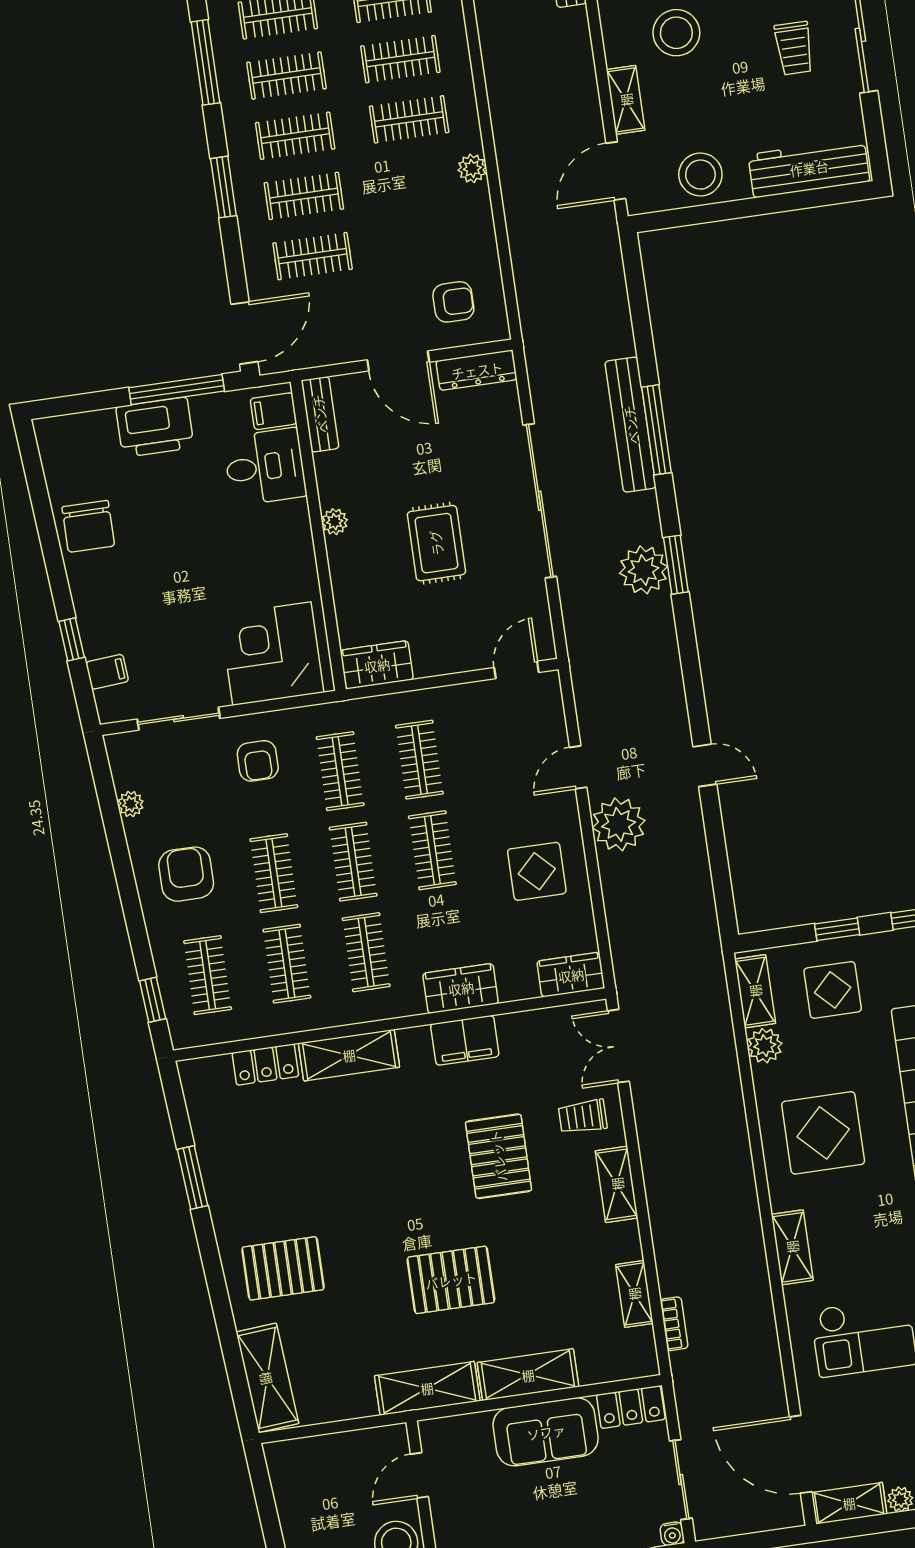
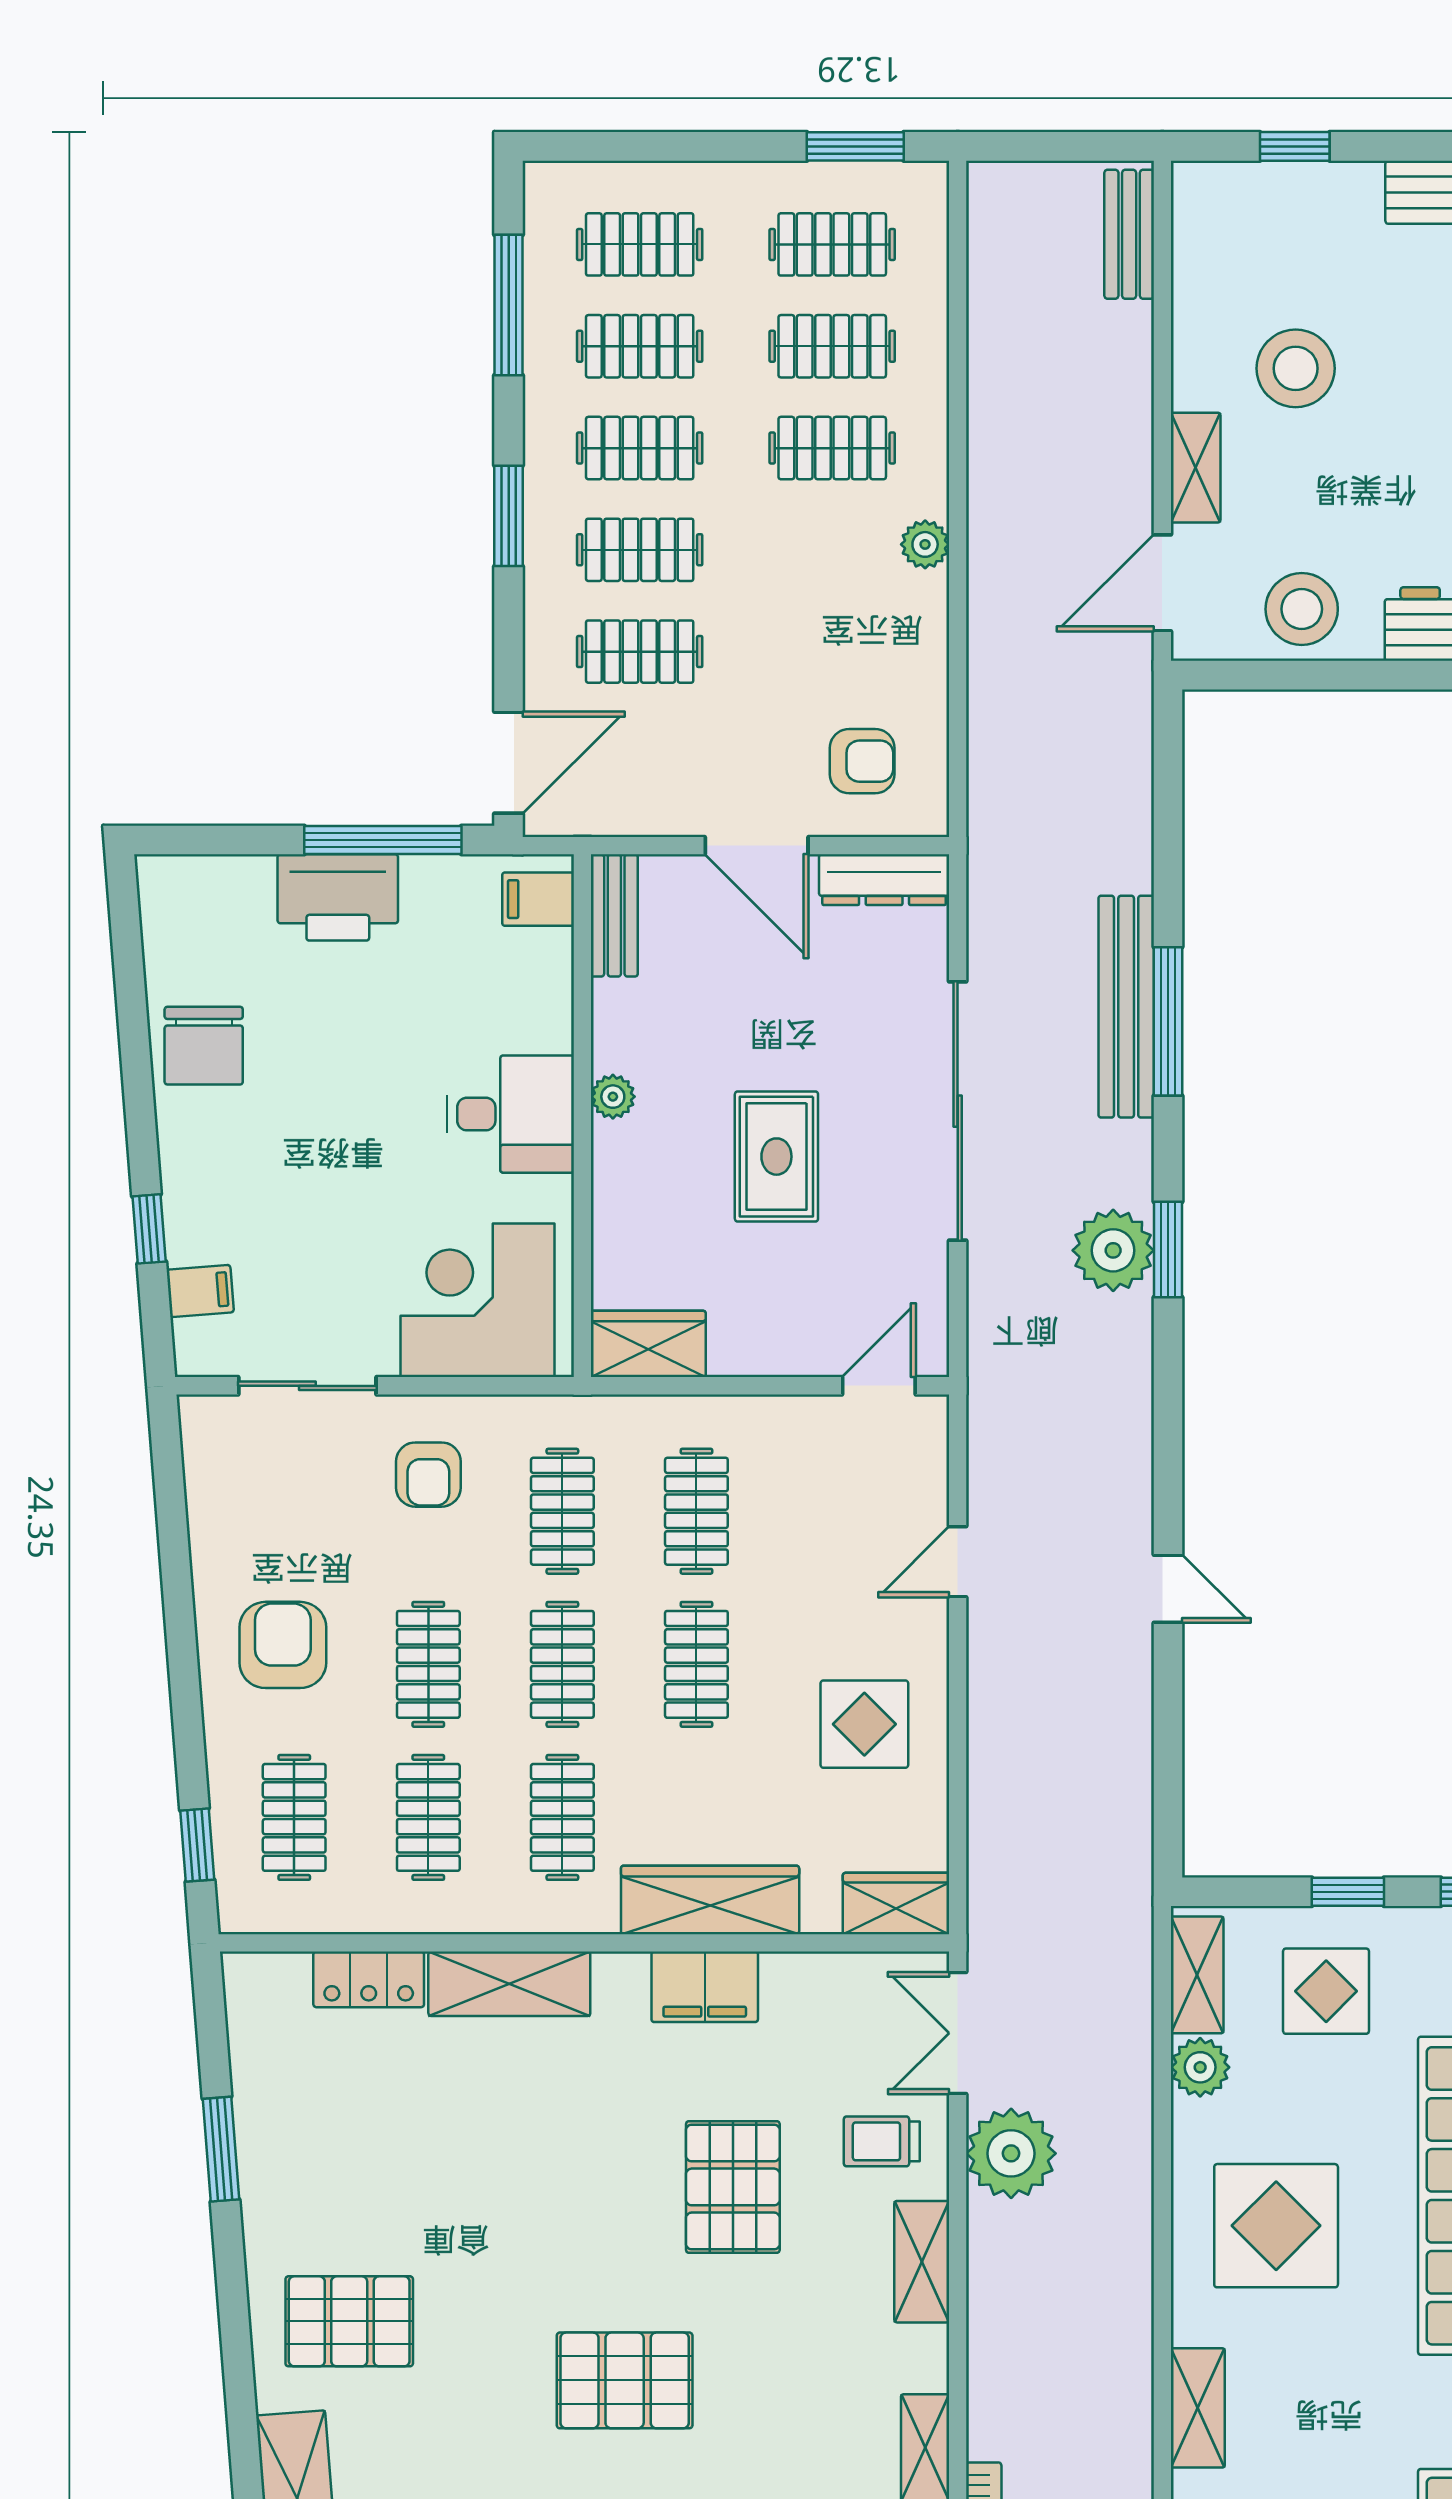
desk: (265, 467) -> (511, 1114), moved
plant: (131, 804) -> (208, 1516), removed
plant: (619, 824) -> (1011, 2153), moved
wardrobe: (461, 988) -> (710, 1900), width x1.50

